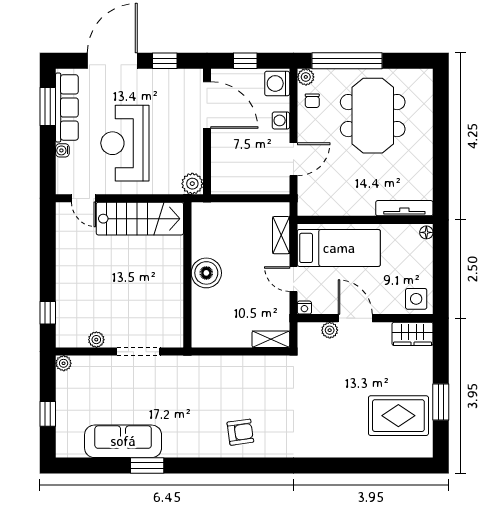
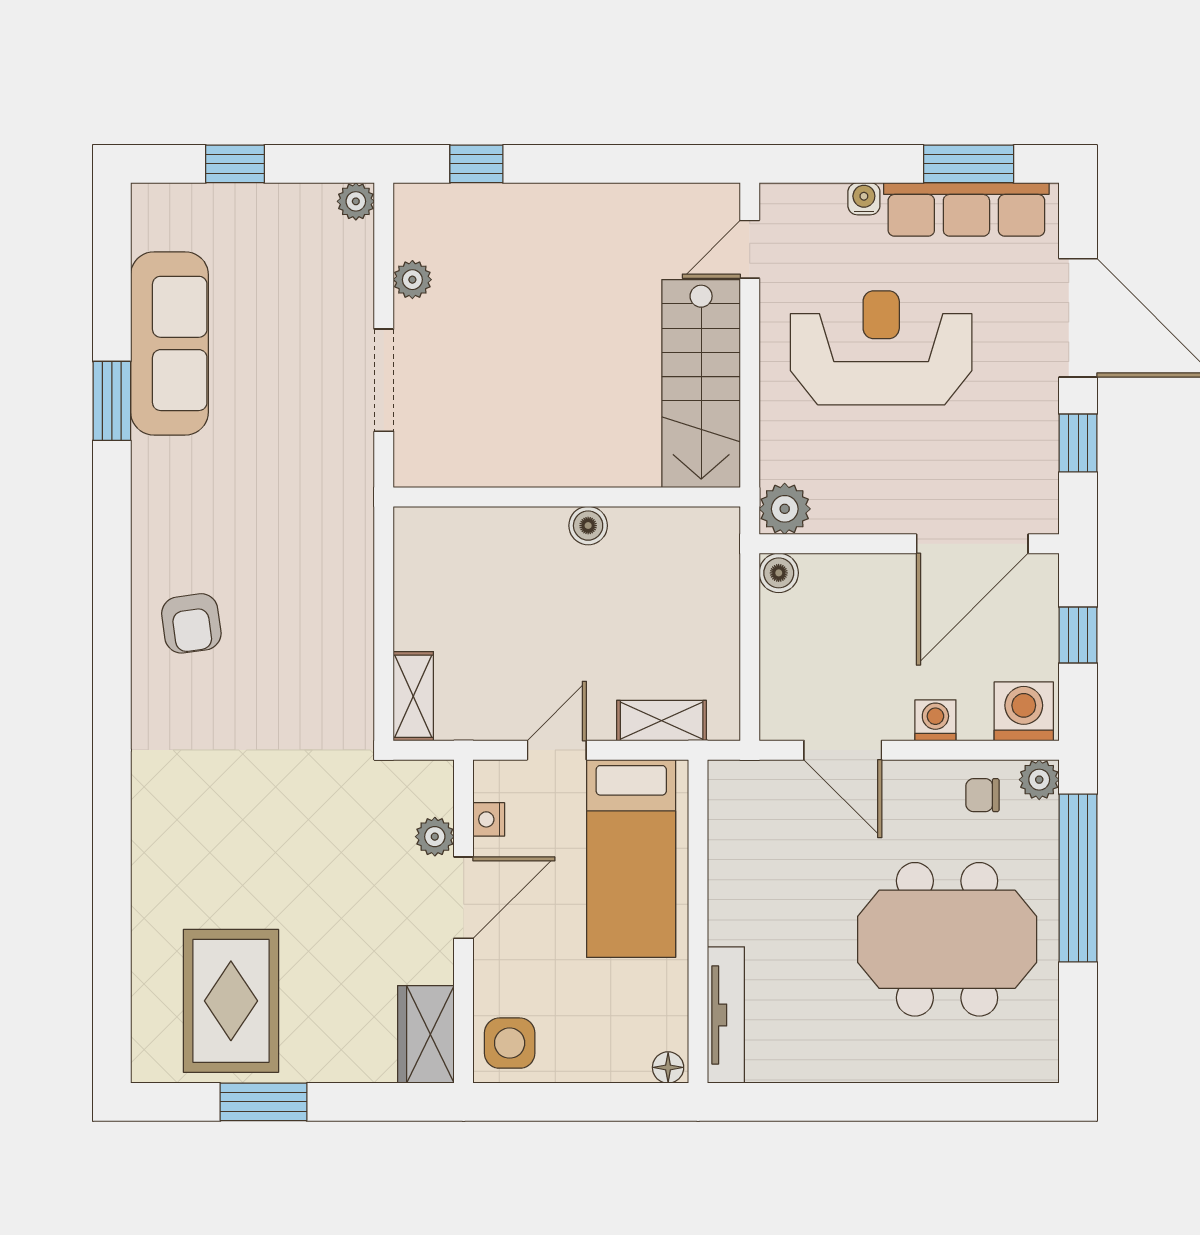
boiler: (219, 186) -> (779, 573), added
boiler: (206, 273) -> (588, 526), width x0.54, depth x0.54
nightstand: (304, 308) -> (489, 819), moved

